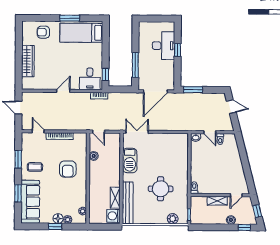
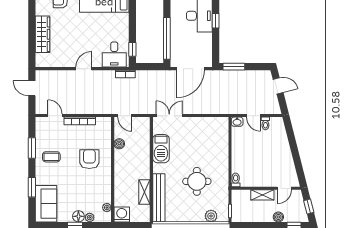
window: (135, 65) -> (167, 38), width x1.46
armchair: (68, 169) -> (89, 159), turned 180
sofa: (30, 202) -> (46, 204), width x0.73
washing machine: (113, 216) -> (122, 214), moved, turned 90

